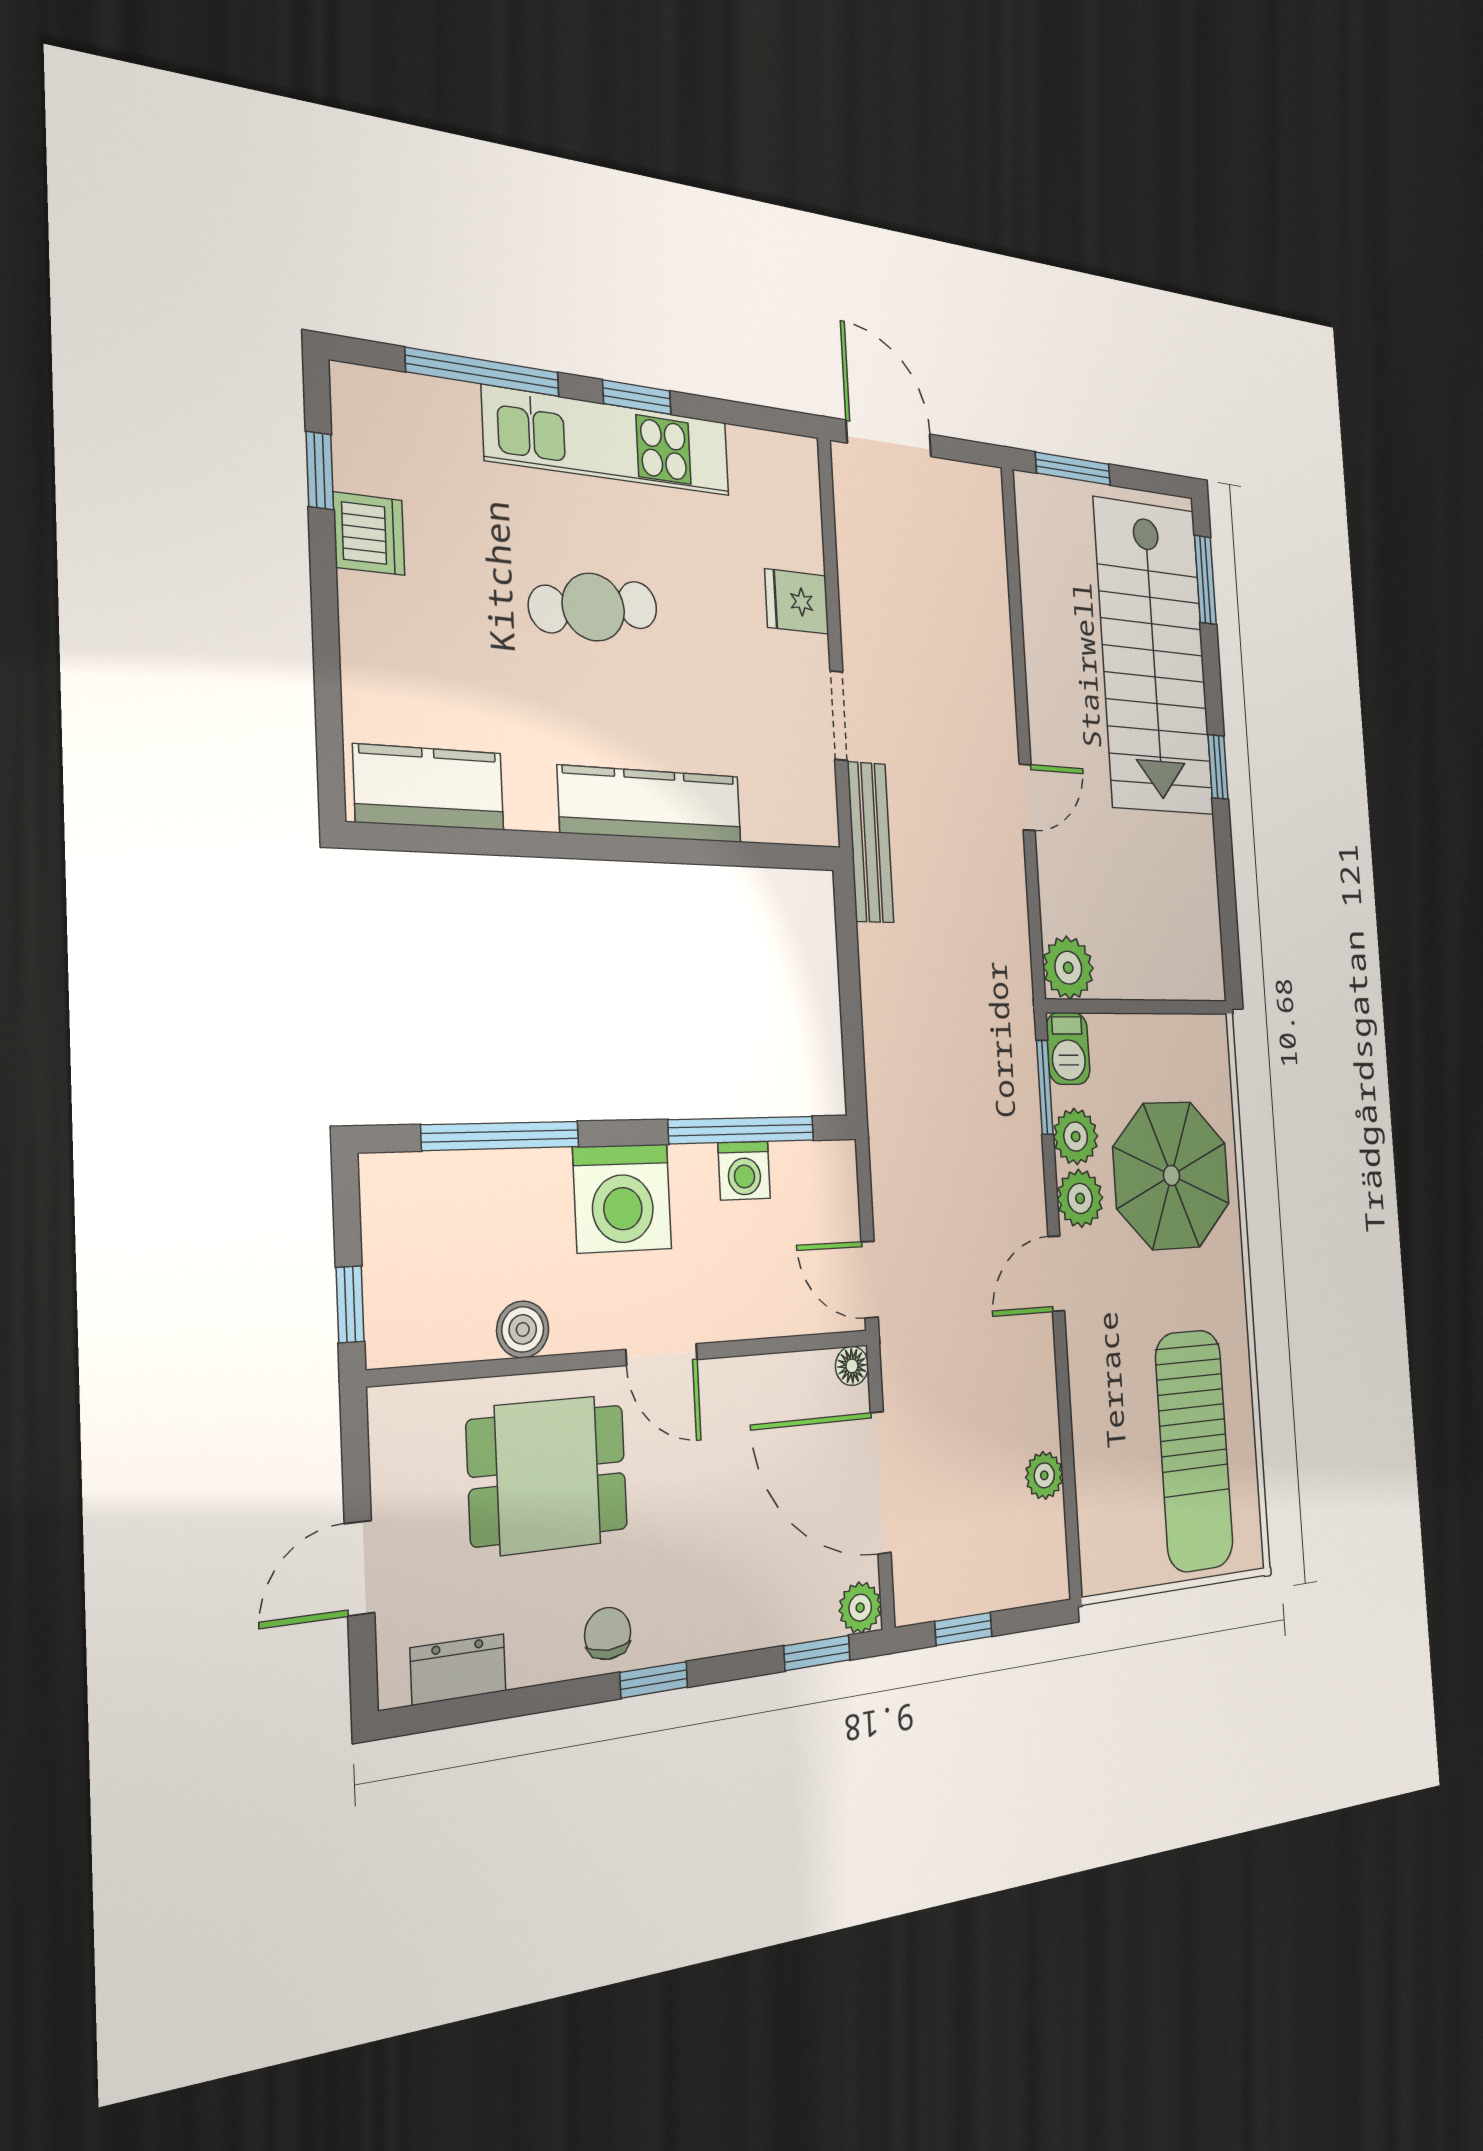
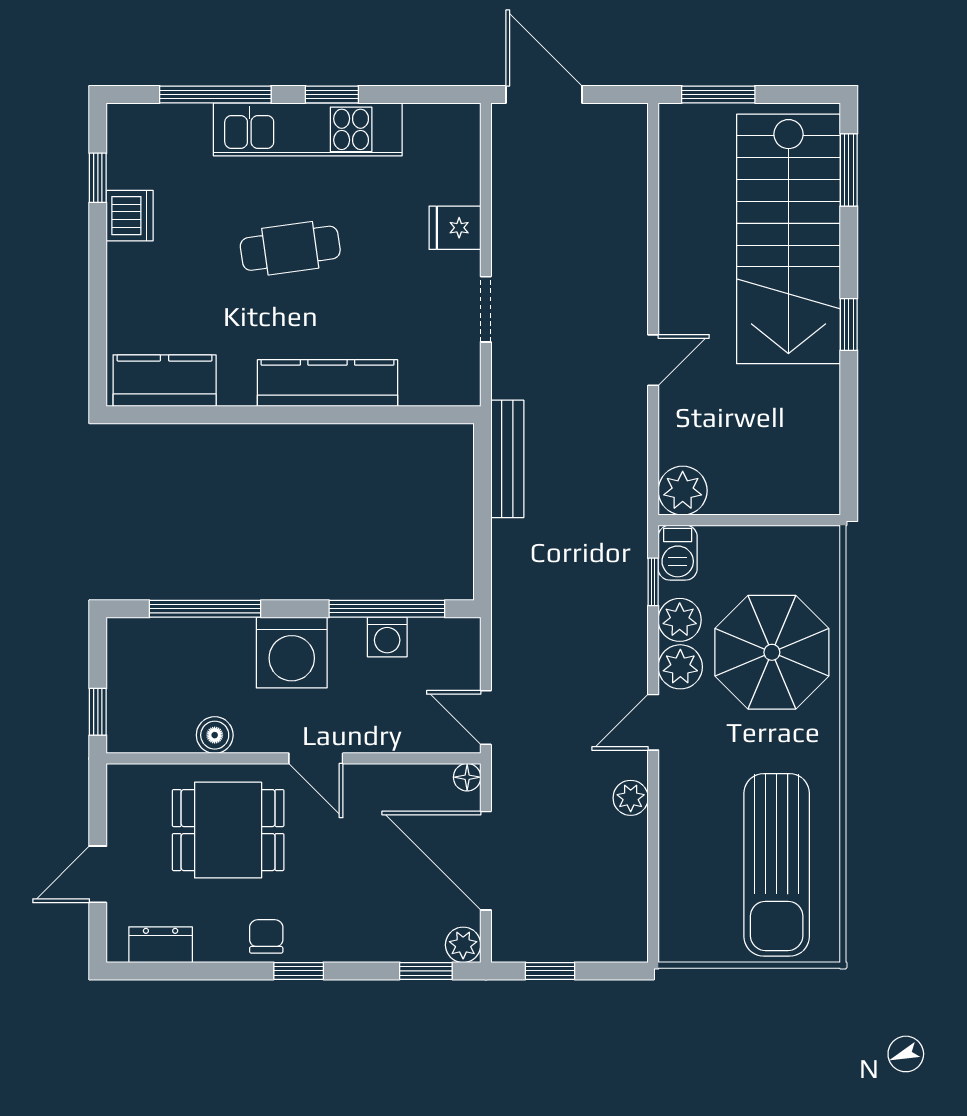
bench: (870, 842) -> (507, 459), moved
window: (1045, 1087) -> (653, 582), width x0.67
plant: (1044, 1475) -> (631, 798), moved

